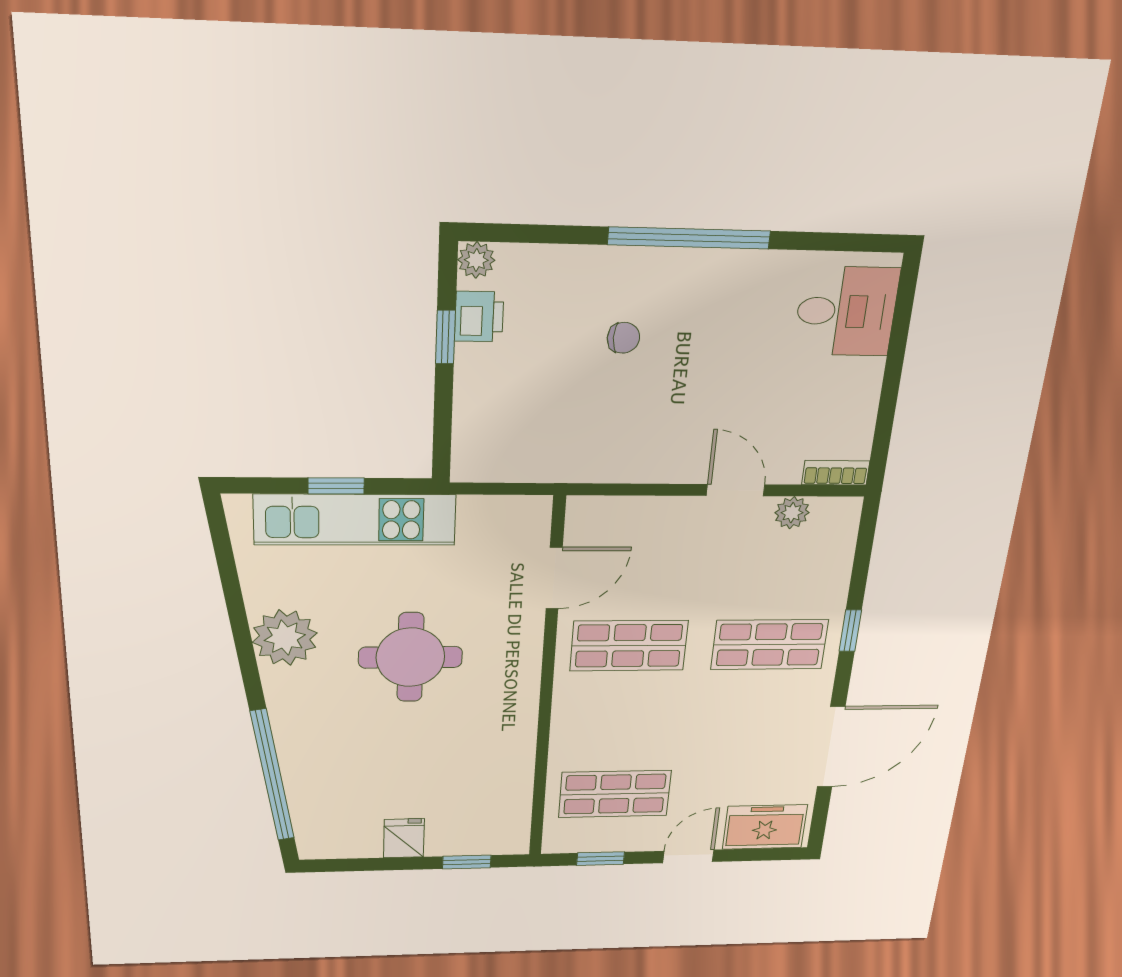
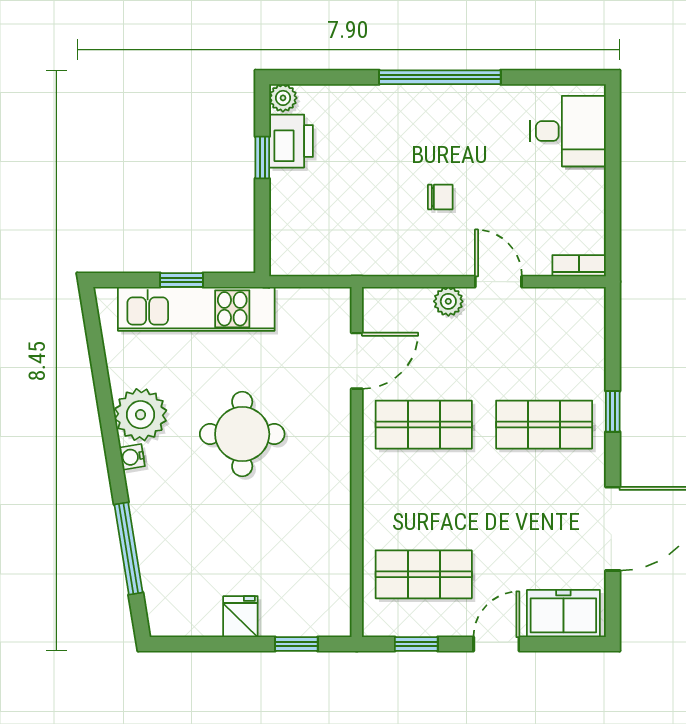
printer: (479, 317) -> (291, 141), width x1.36, depth x1.24
chair: (623, 338) -> (440, 197), moved
plant: (792, 513) -> (448, 301), moved
water cooler: (275, 683) -> (132, 457), added
window: (272, 776) -> (128, 549), width x0.68

